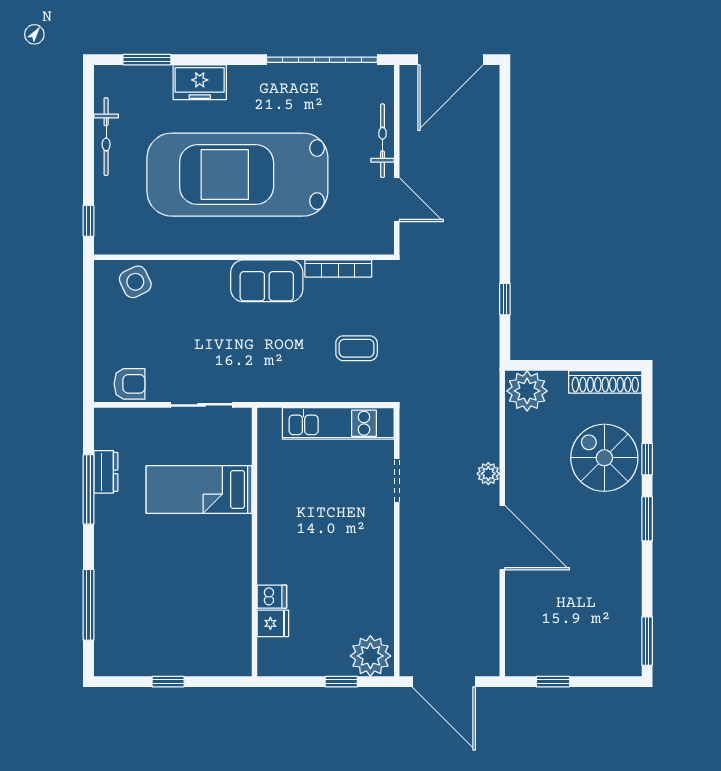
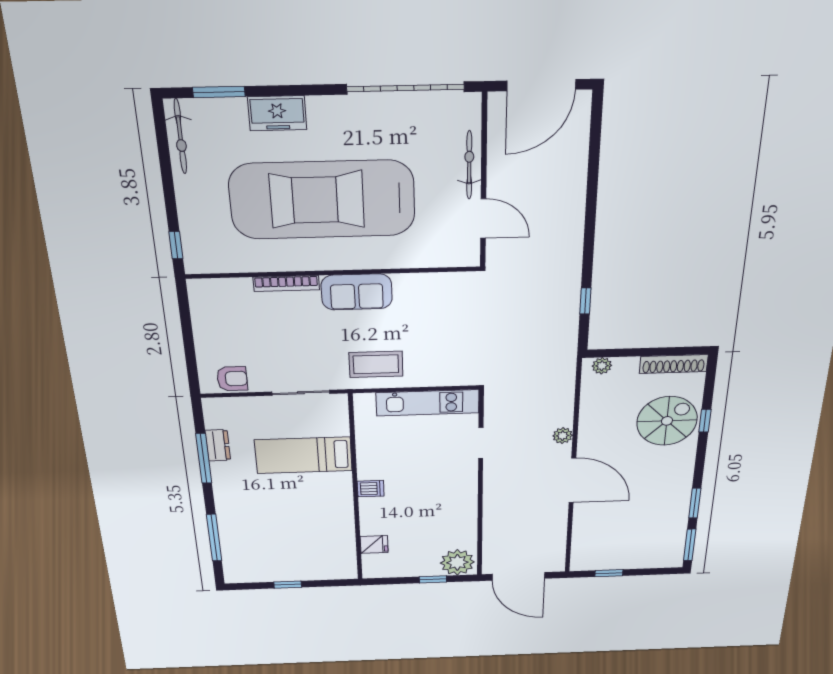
bicycle: (106, 137) -> (180, 137), moved
bookcase: (338, 268) -> (286, 283), moved
side table: (135, 282) -> (229, 296), removed
coffee table: (357, 348) -> (376, 364), moved, width x1.36, depth x1.30
plant: (527, 391) -> (602, 366), width x0.53, depth x0.53
spiral stairs: (604, 458) -> (667, 421), turned 90
window: (647, 519) -> (695, 503), moved
dishwasher: (272, 597) -> (371, 489), moved

